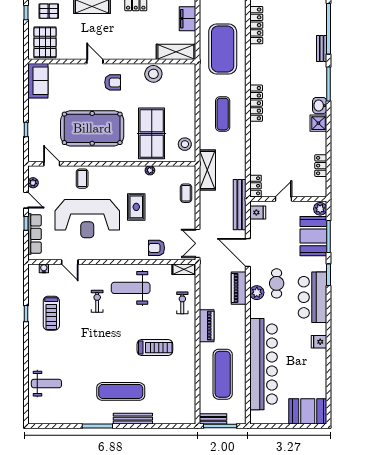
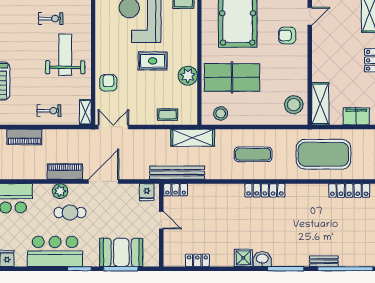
stool: (153, 74) -> (294, 105), moved
armchair: (113, 82) -> (287, 35), turned 90
plant: (150, 170) -> (188, 76), width x1.87, depth x1.87
bench: (240, 205) -> (177, 173), moved
plant: (320, 209) -> (151, 260), removed

